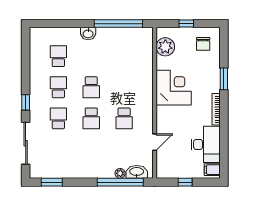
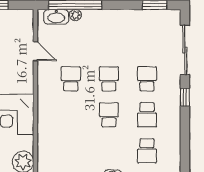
school desk: (58, 118) -> (147, 79), turned 180
door: (155, 142) -> (35, 51), swing flipped

